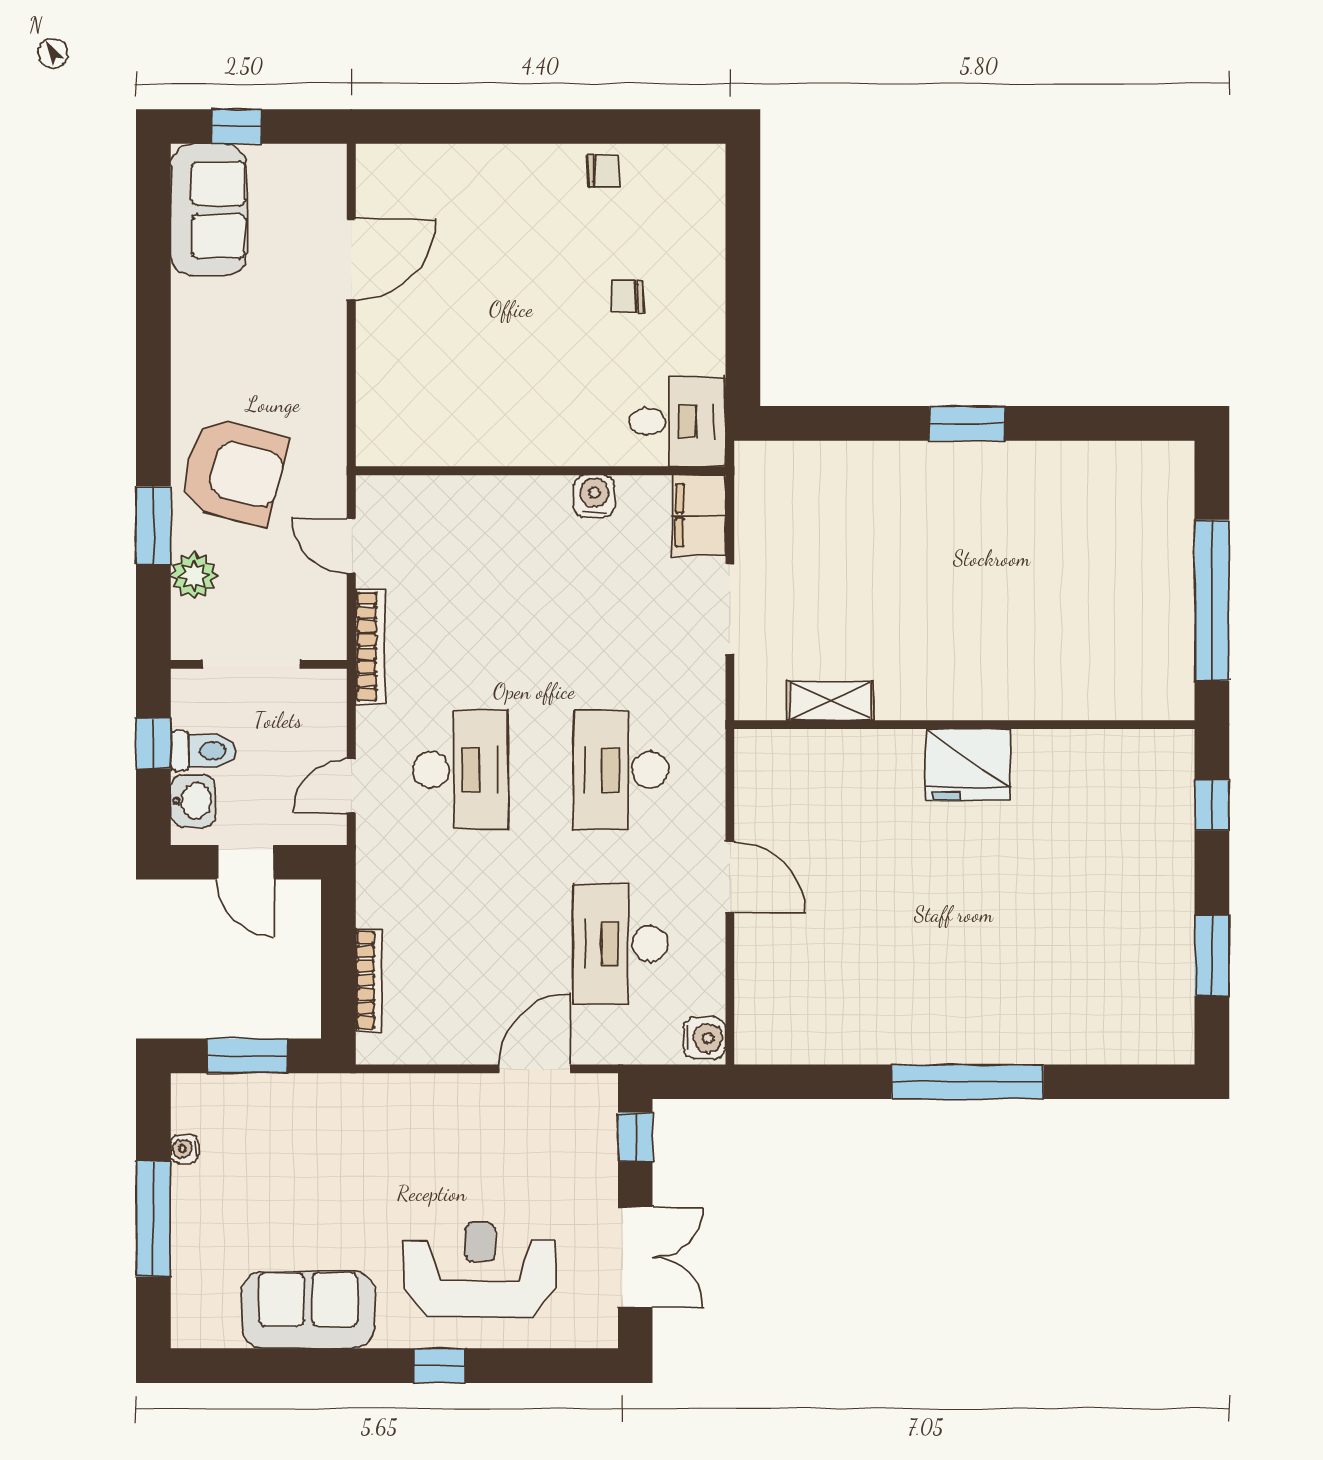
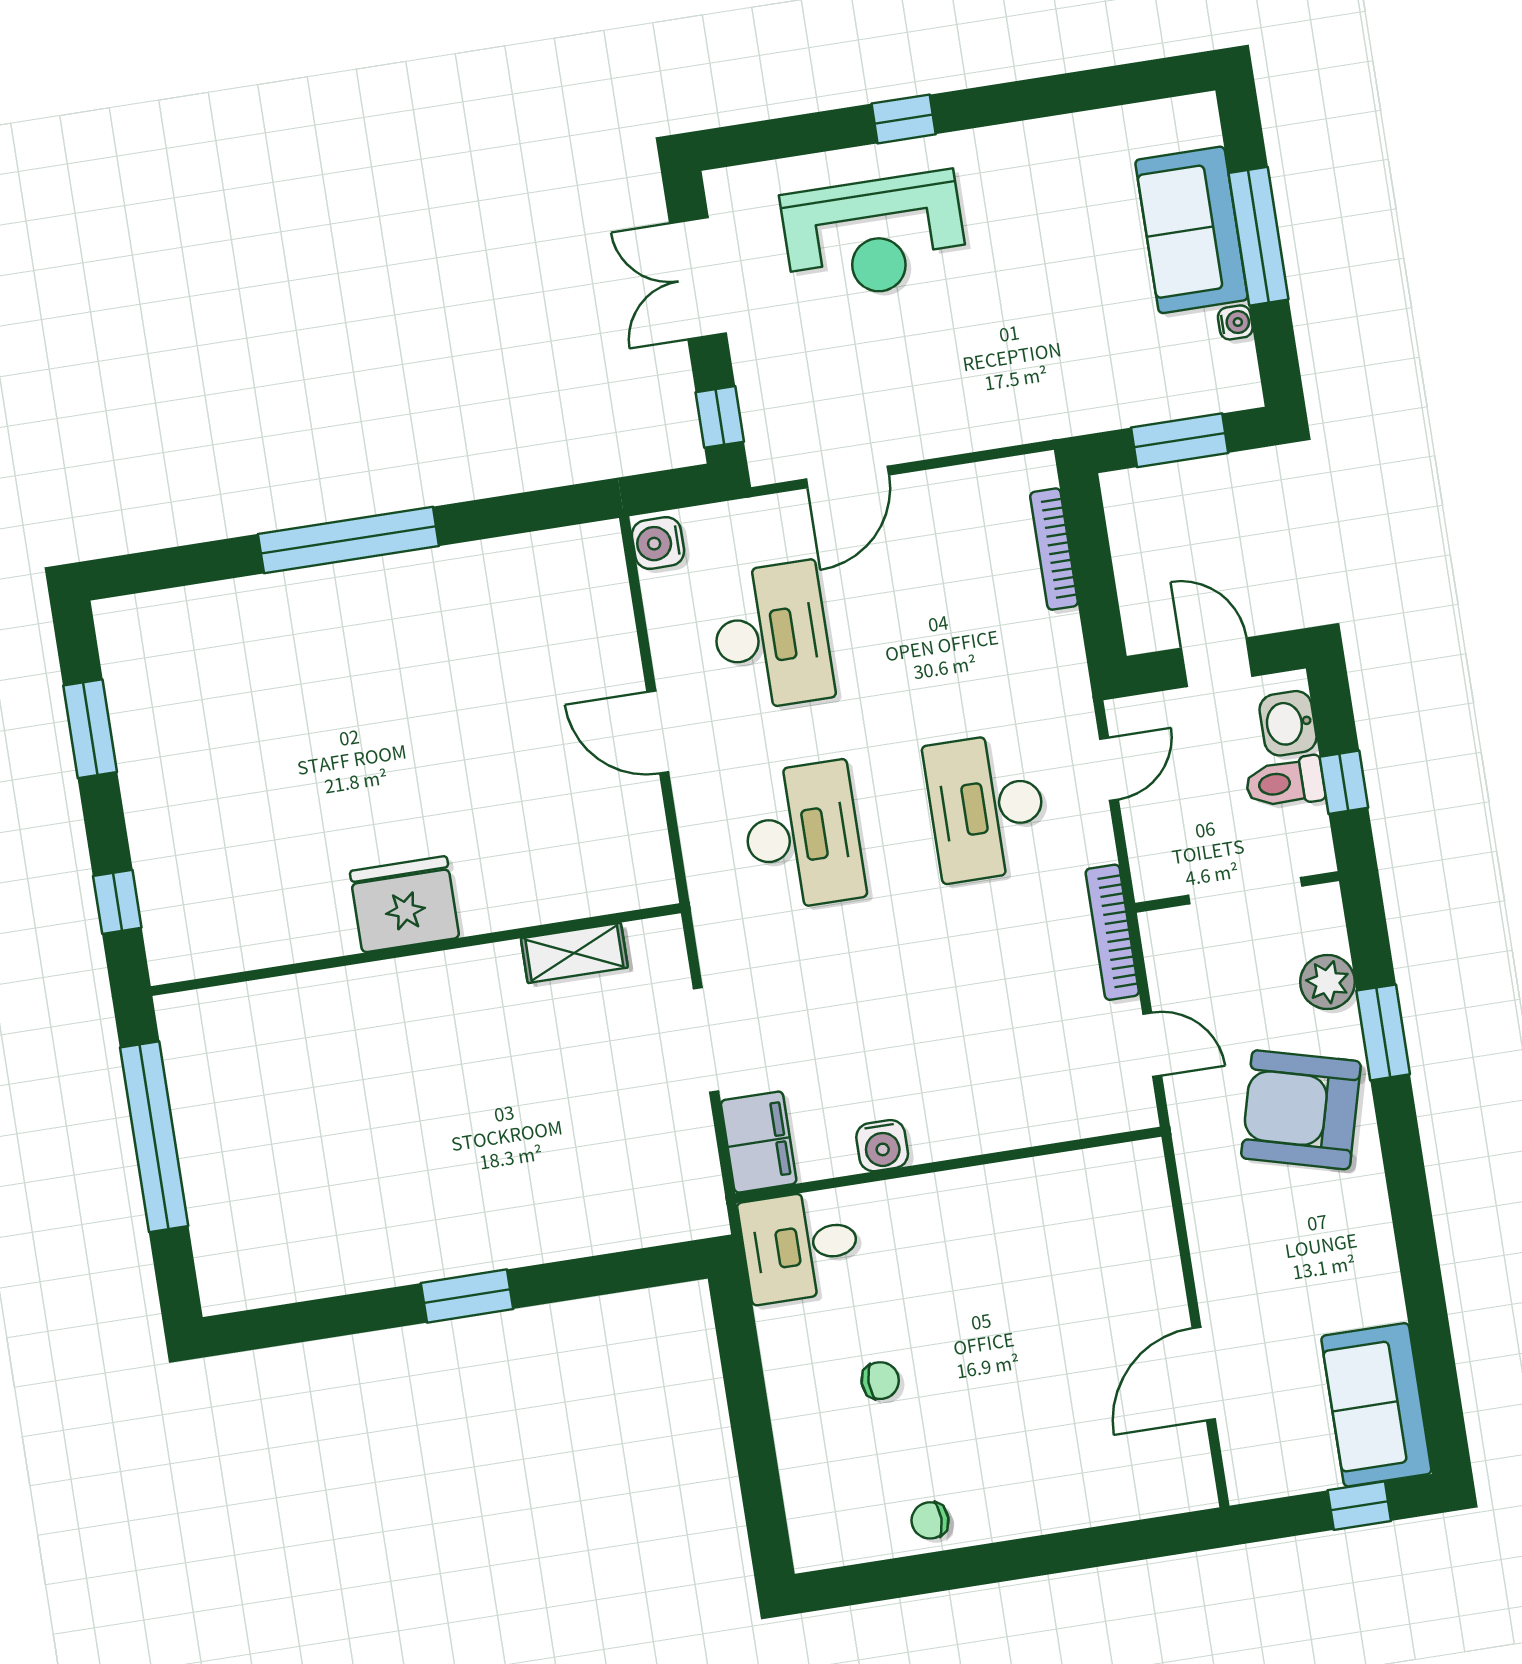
sofa: (308, 1310) -> (1192, 230), moved, turned 90

